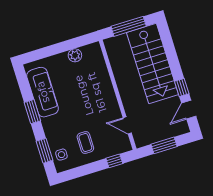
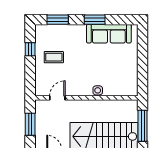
plant: (75, 55) -> (132, 72), removed
side table: (61, 155) -> (98, 90), moved
window: (114, 161) -> (30, 49), moved

